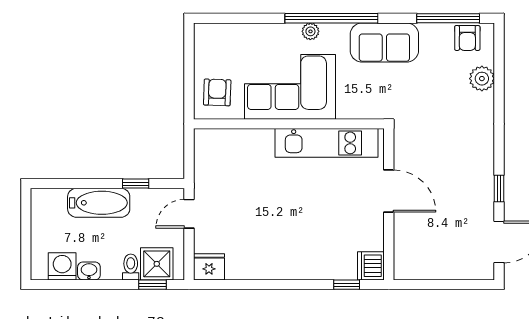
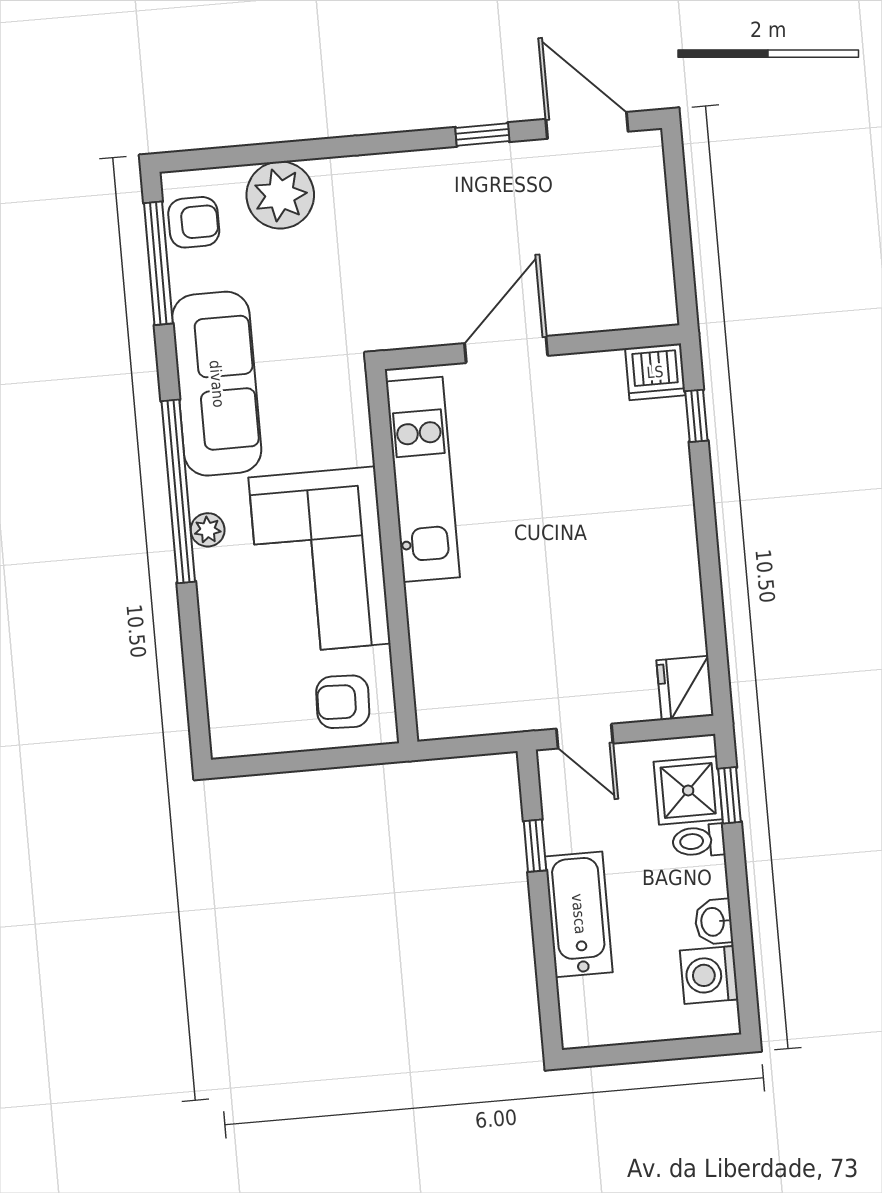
sofa: (384, 42) -> (217, 384), width x1.36
plant: (482, 79) -> (280, 195), width x1.36, depth x1.36

